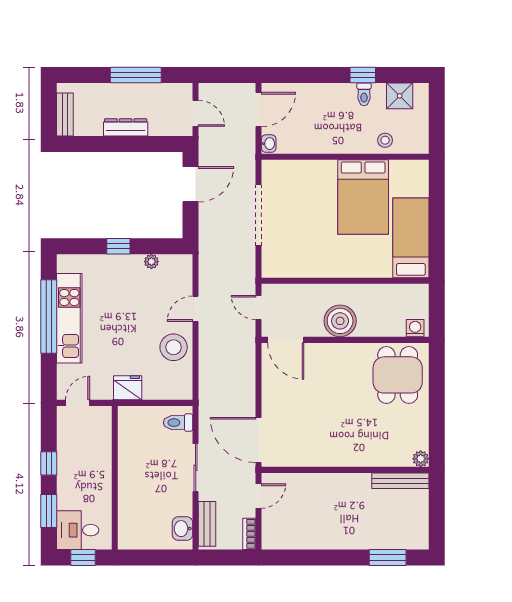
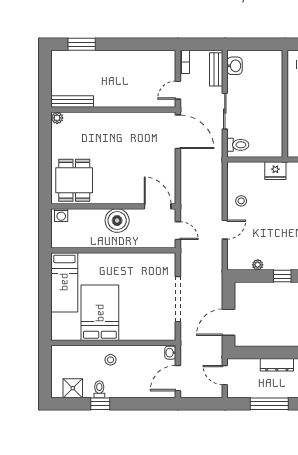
stool: (385, 140) -> (110, 360), moved
stool: (174, 347) -> (241, 201), width x0.53, depth x0.53

